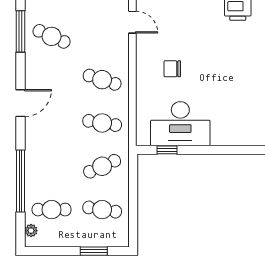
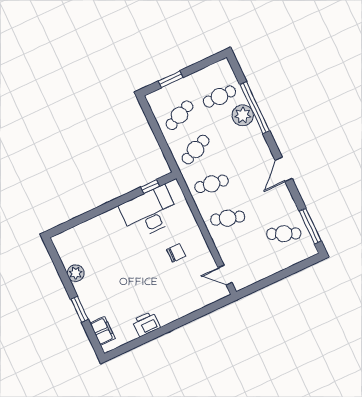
cafe table: (102, 210) -> (179, 115), turned -33
plant: (31, 231) -> (243, 115), moved, width x1.88, depth x1.88

